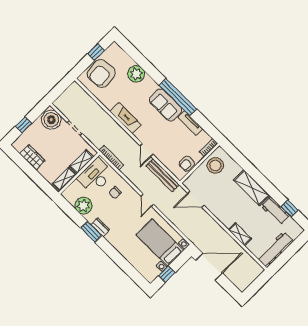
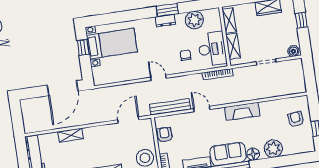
armchair: (101, 73) -> (296, 119), width x0.53, depth x0.53
floor lamp: (152, 86) -> (253, 154), added
boiler: (51, 120) -> (293, 51), width x0.54, depth x0.54
bed with nightstands: (160, 243) -> (112, 44), moved

